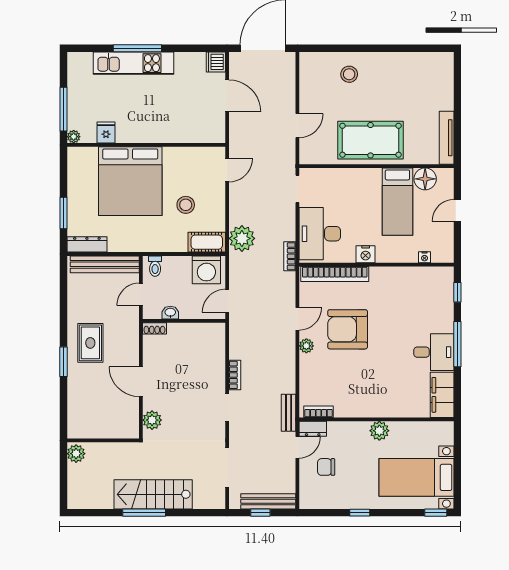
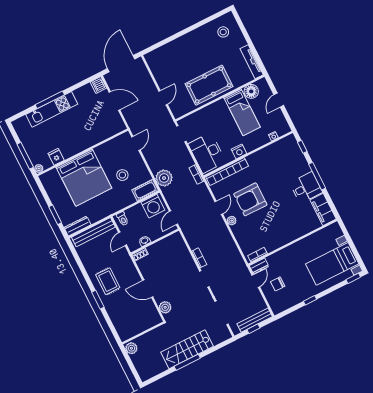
stool: (349, 74) -> (223, 32), moved
bench: (289, 413) -> (241, 264), removed
plant: (379, 431) -> (298, 248), removed

